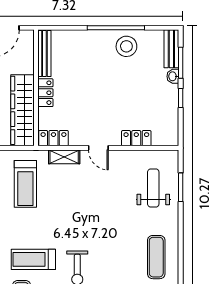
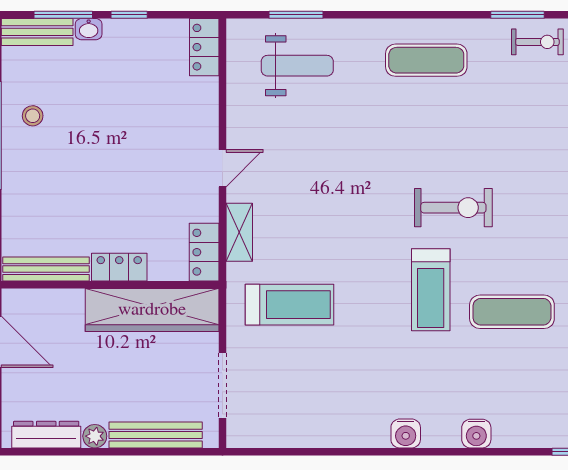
stool: (126, 46) -> (33, 116), width x0.53, depth x0.53
locker: (136, 138) -> (204, 47), moved
weight bench: (153, 188) -> (297, 66), turned 180

